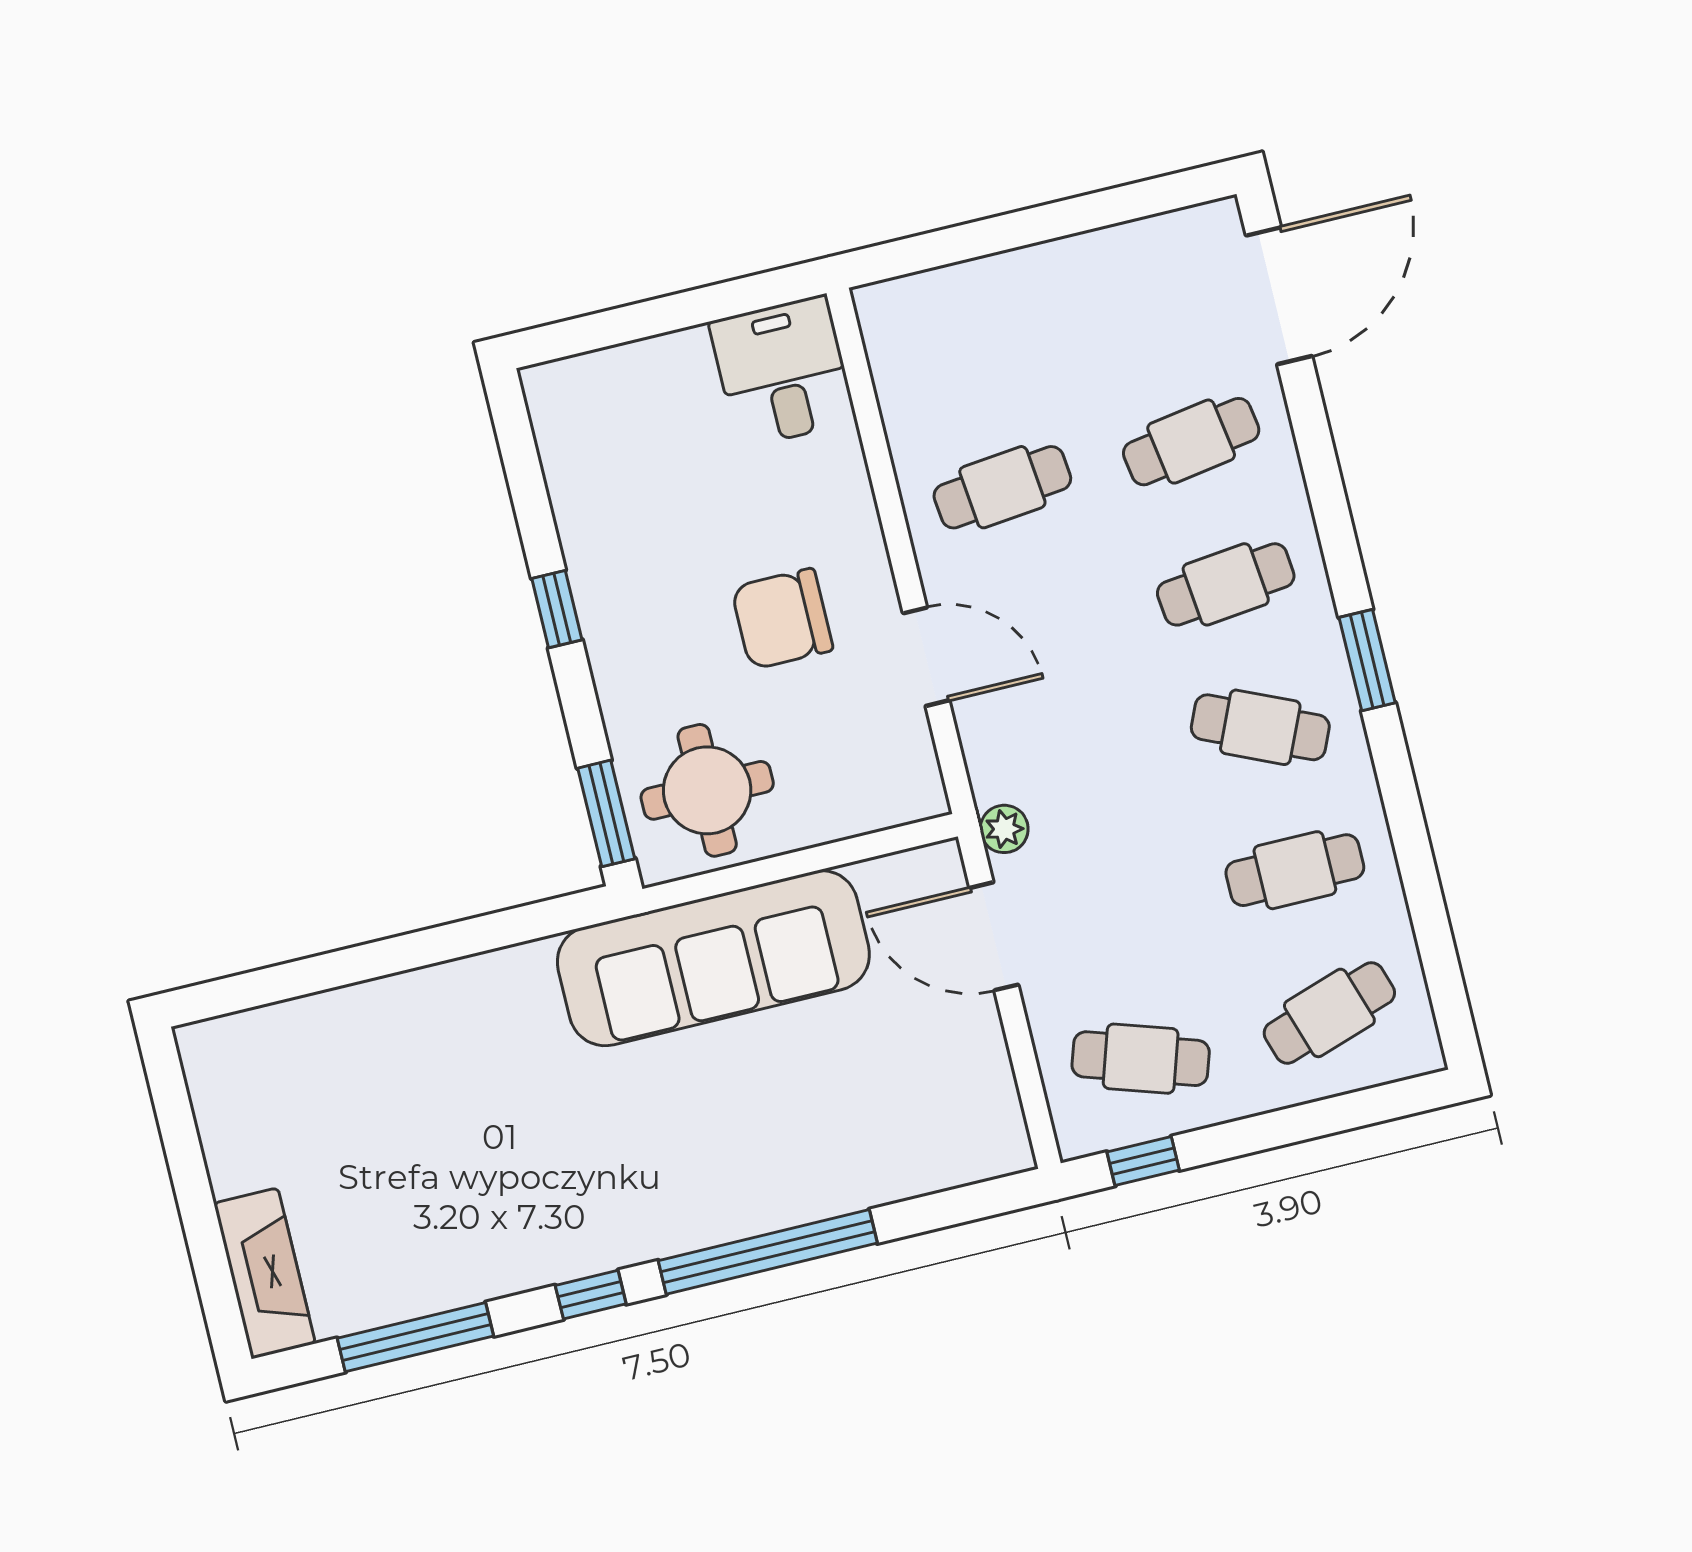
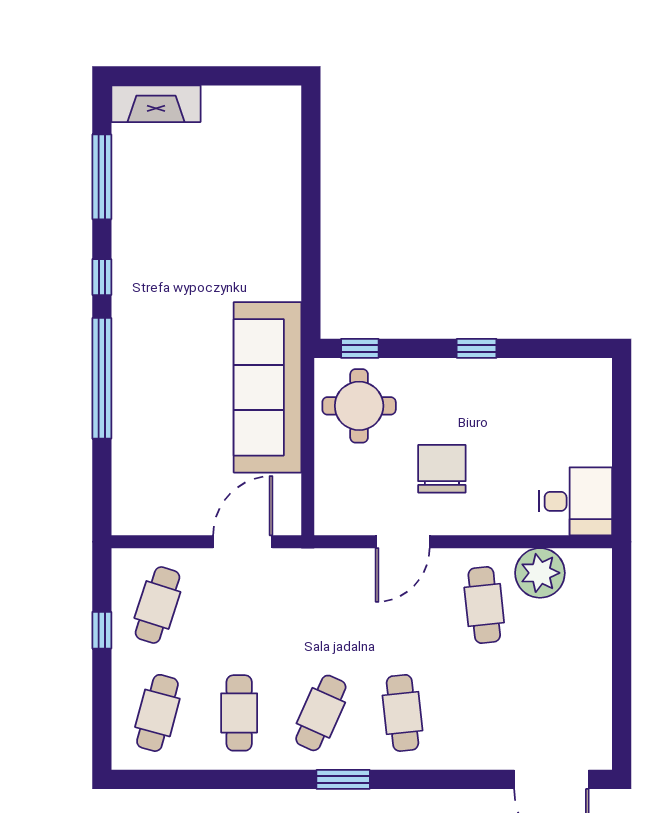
cafe table: (1191, 442) -> (484, 713), removed
window: (606, 813) -> (360, 348), width x0.67
plant: (1004, 829) -> (540, 573), moved, width x1.88, depth x1.88
cafe table: (1329, 1013) -> (157, 713), turned 33
window: (1143, 1161) -> (102, 630), moved

